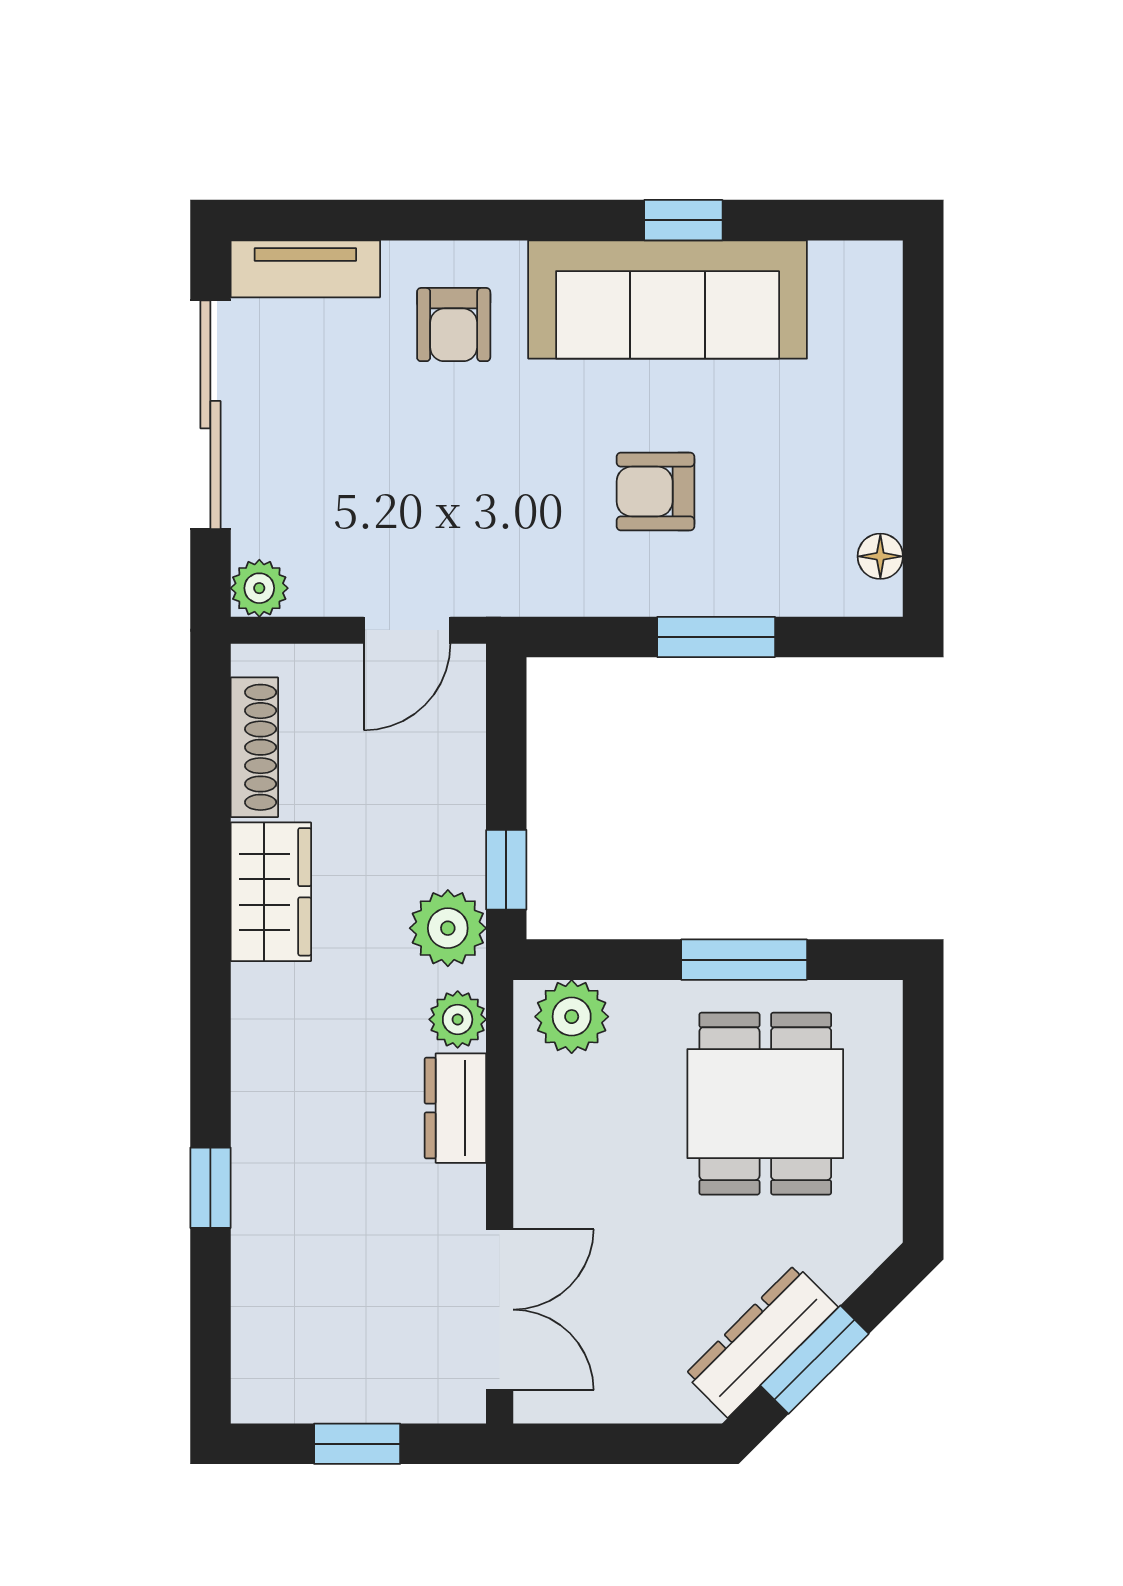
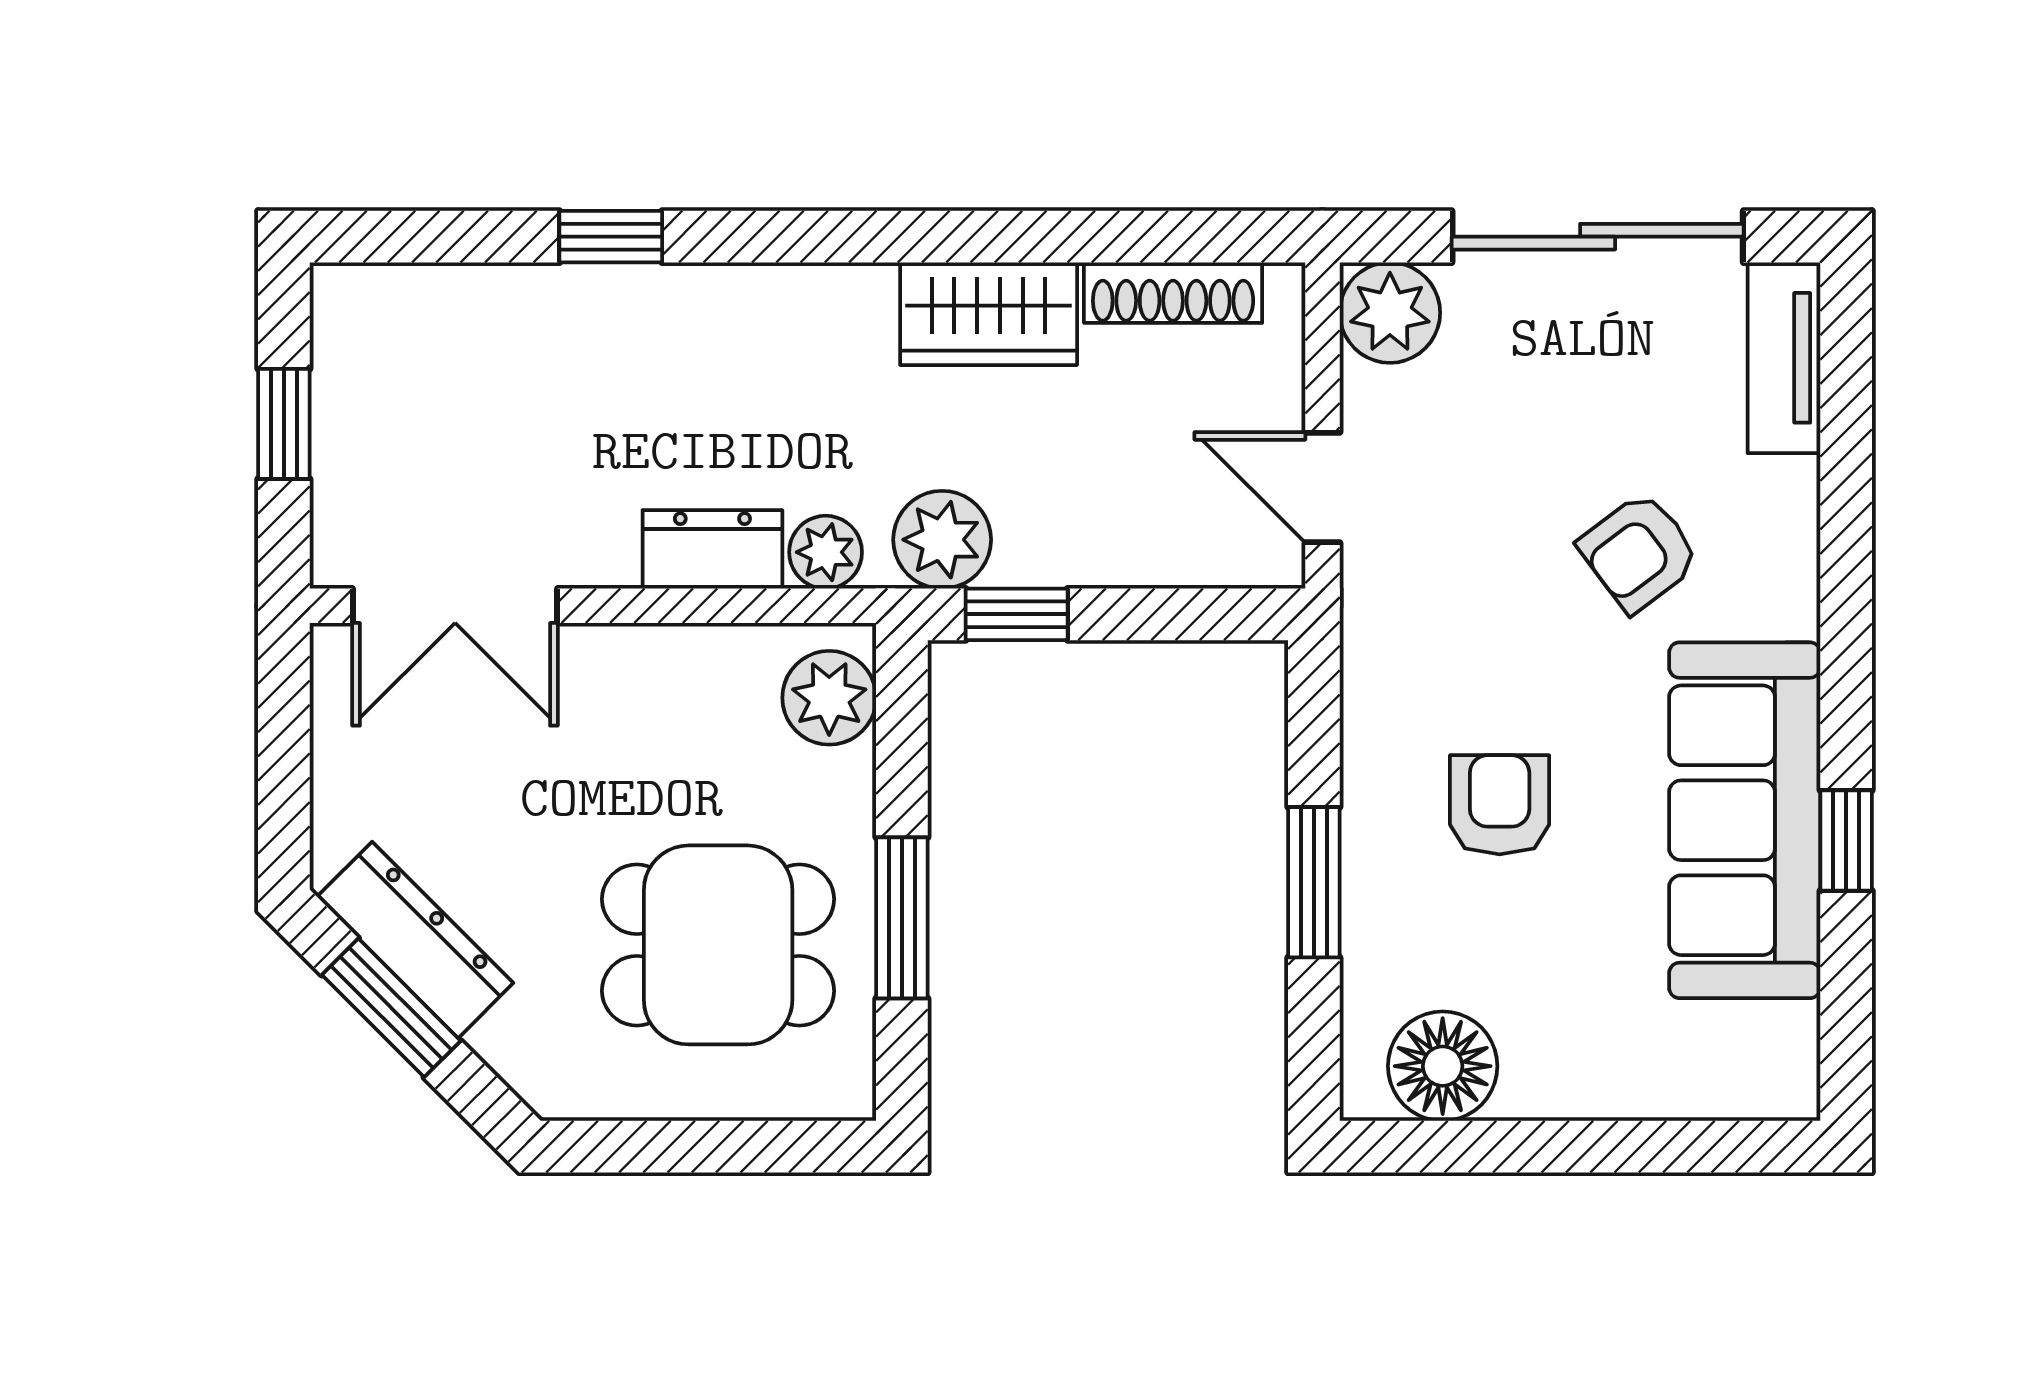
armchair: (454, 325) -> (1639, 552), moved, turned -37
floor lamp: (880, 556) -> (1443, 1066), width x1.89, depth x1.89
plant: (259, 588) -> (1390, 313), width x1.38, depth x1.38

